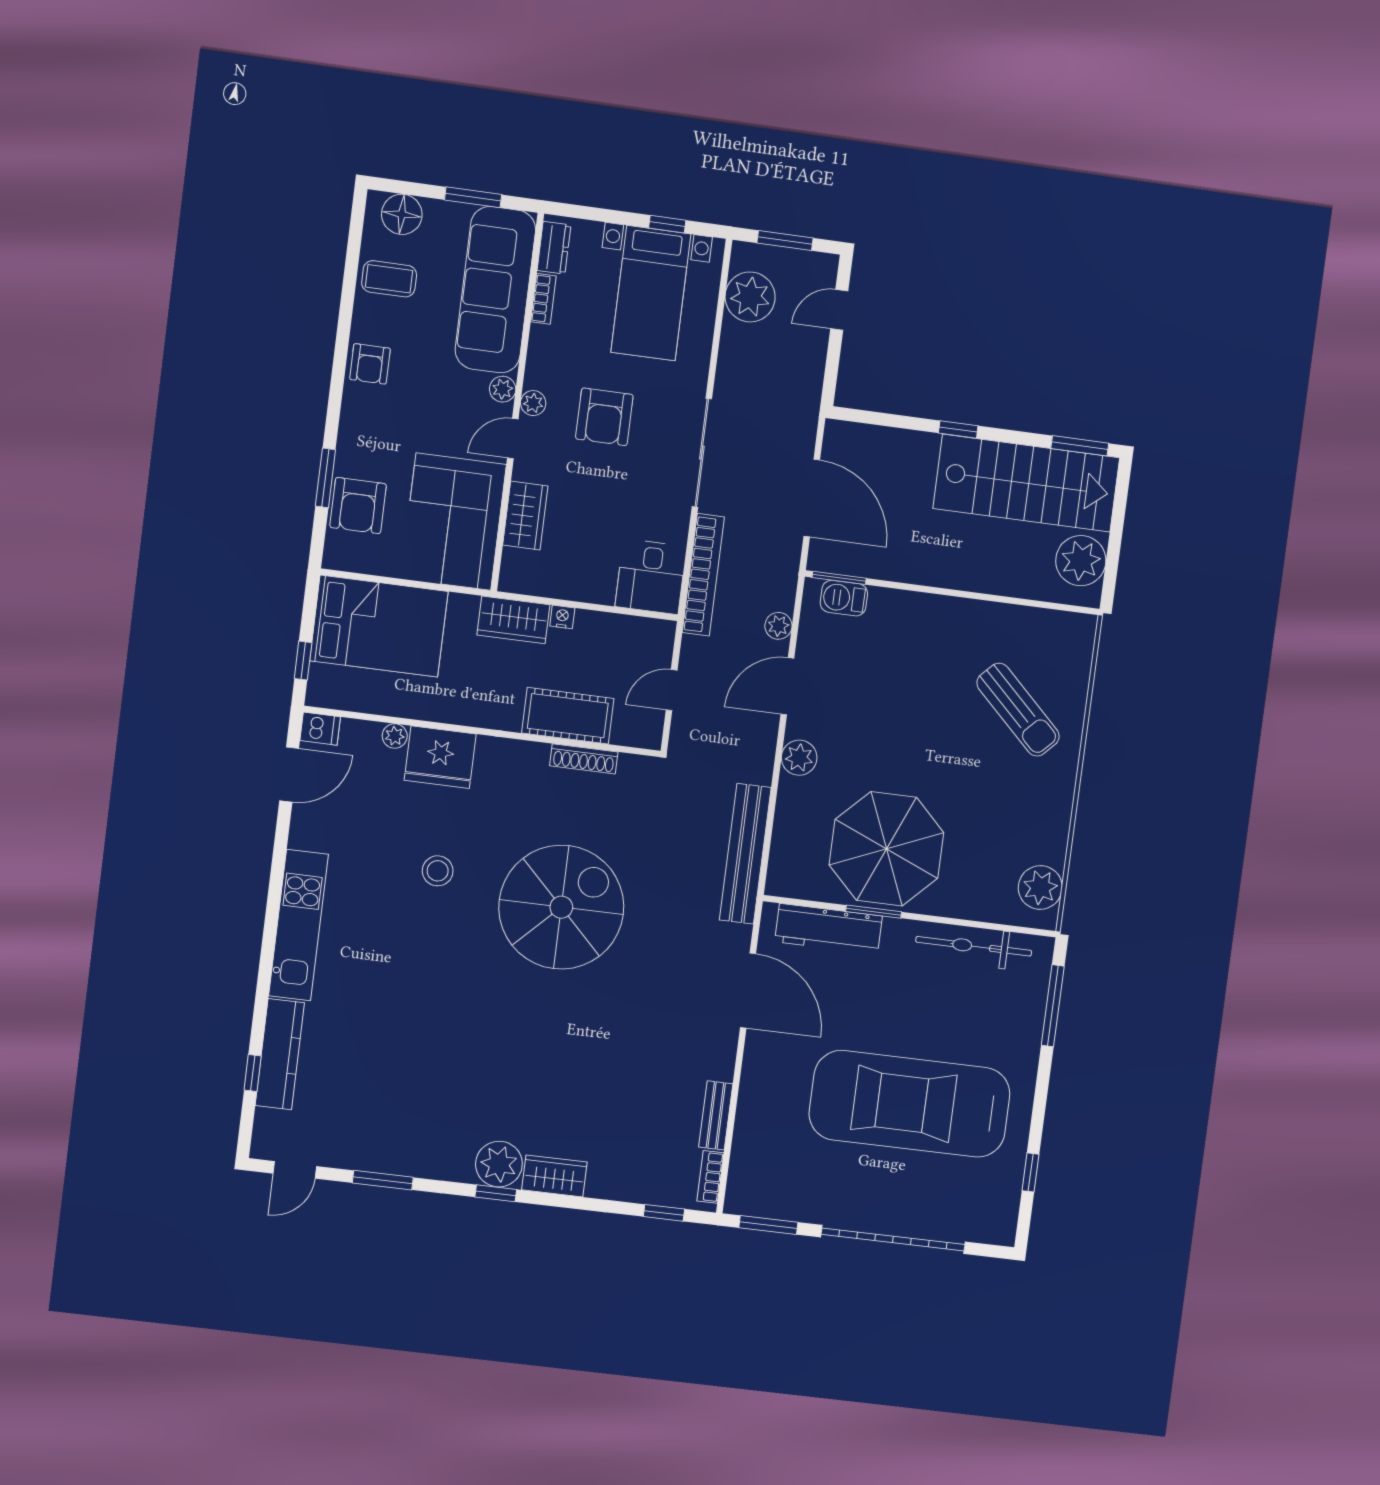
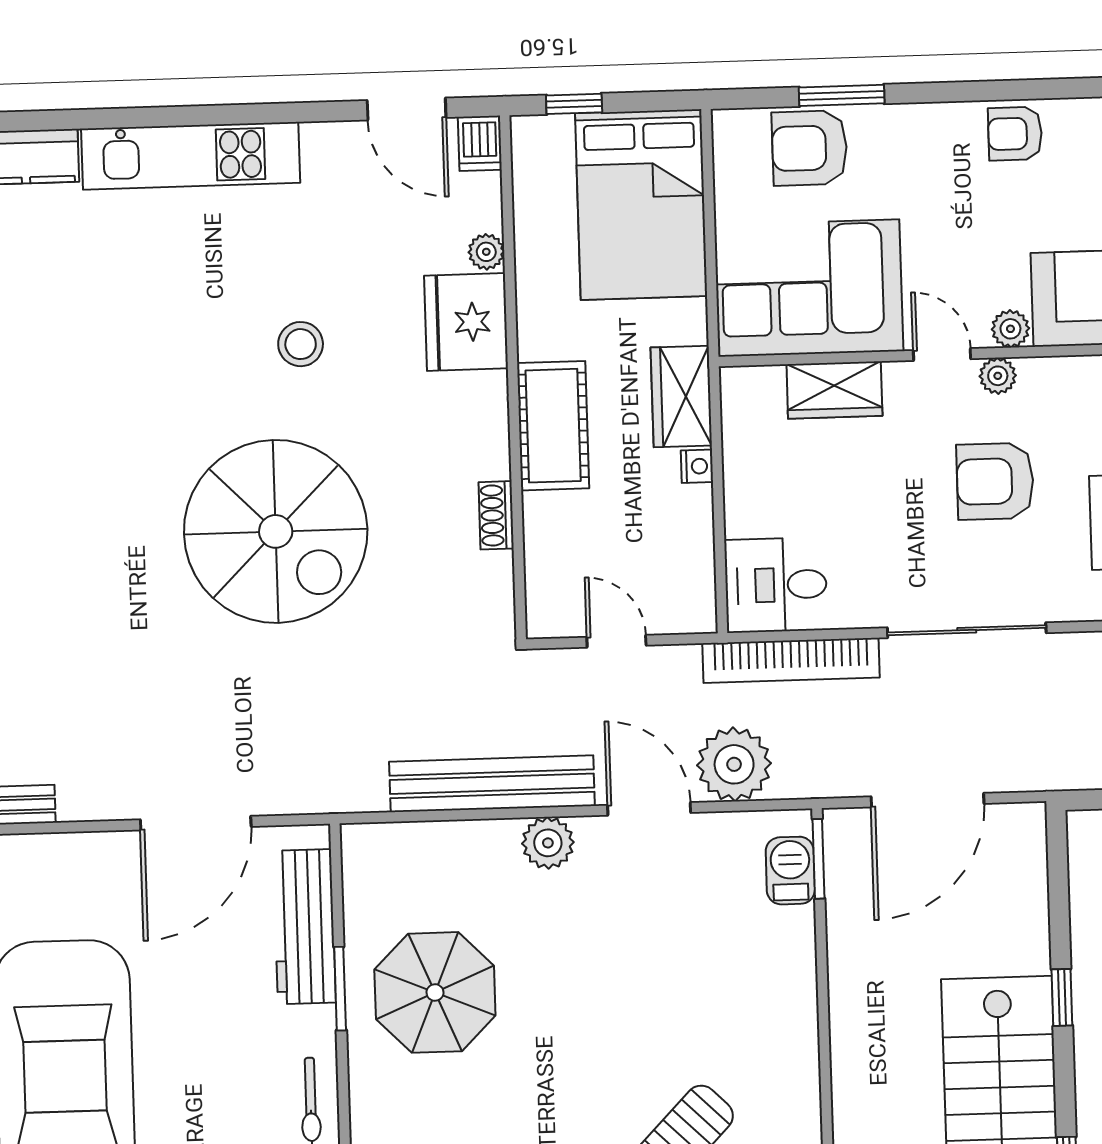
plant: (778, 626) -> (734, 764), width x1.87, depth x1.87
cot: (568, 716) -> (553, 426), moved
shoe rack: (584, 759) -> (496, 515), width x0.70
parasol: (886, 849) -> (435, 992), width x0.73, depth x0.73
bench: (745, 854) -> (492, 784), moved

